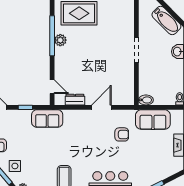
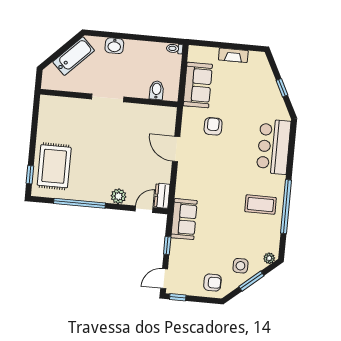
plant: (60, 40) -> (119, 196), moved
dresser: (75, 100) -> (162, 196), moved
bidet: (146, 100) -> (156, 90), moved

